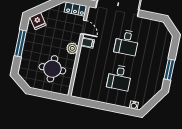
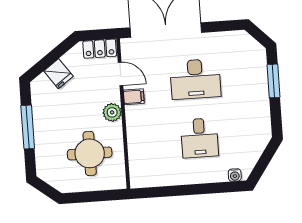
fridge: (38, 21) -> (58, 74), moved
desk: (127, 42) -> (195, 79), width x1.37
window: (169, 70) -> (274, 81), moved

